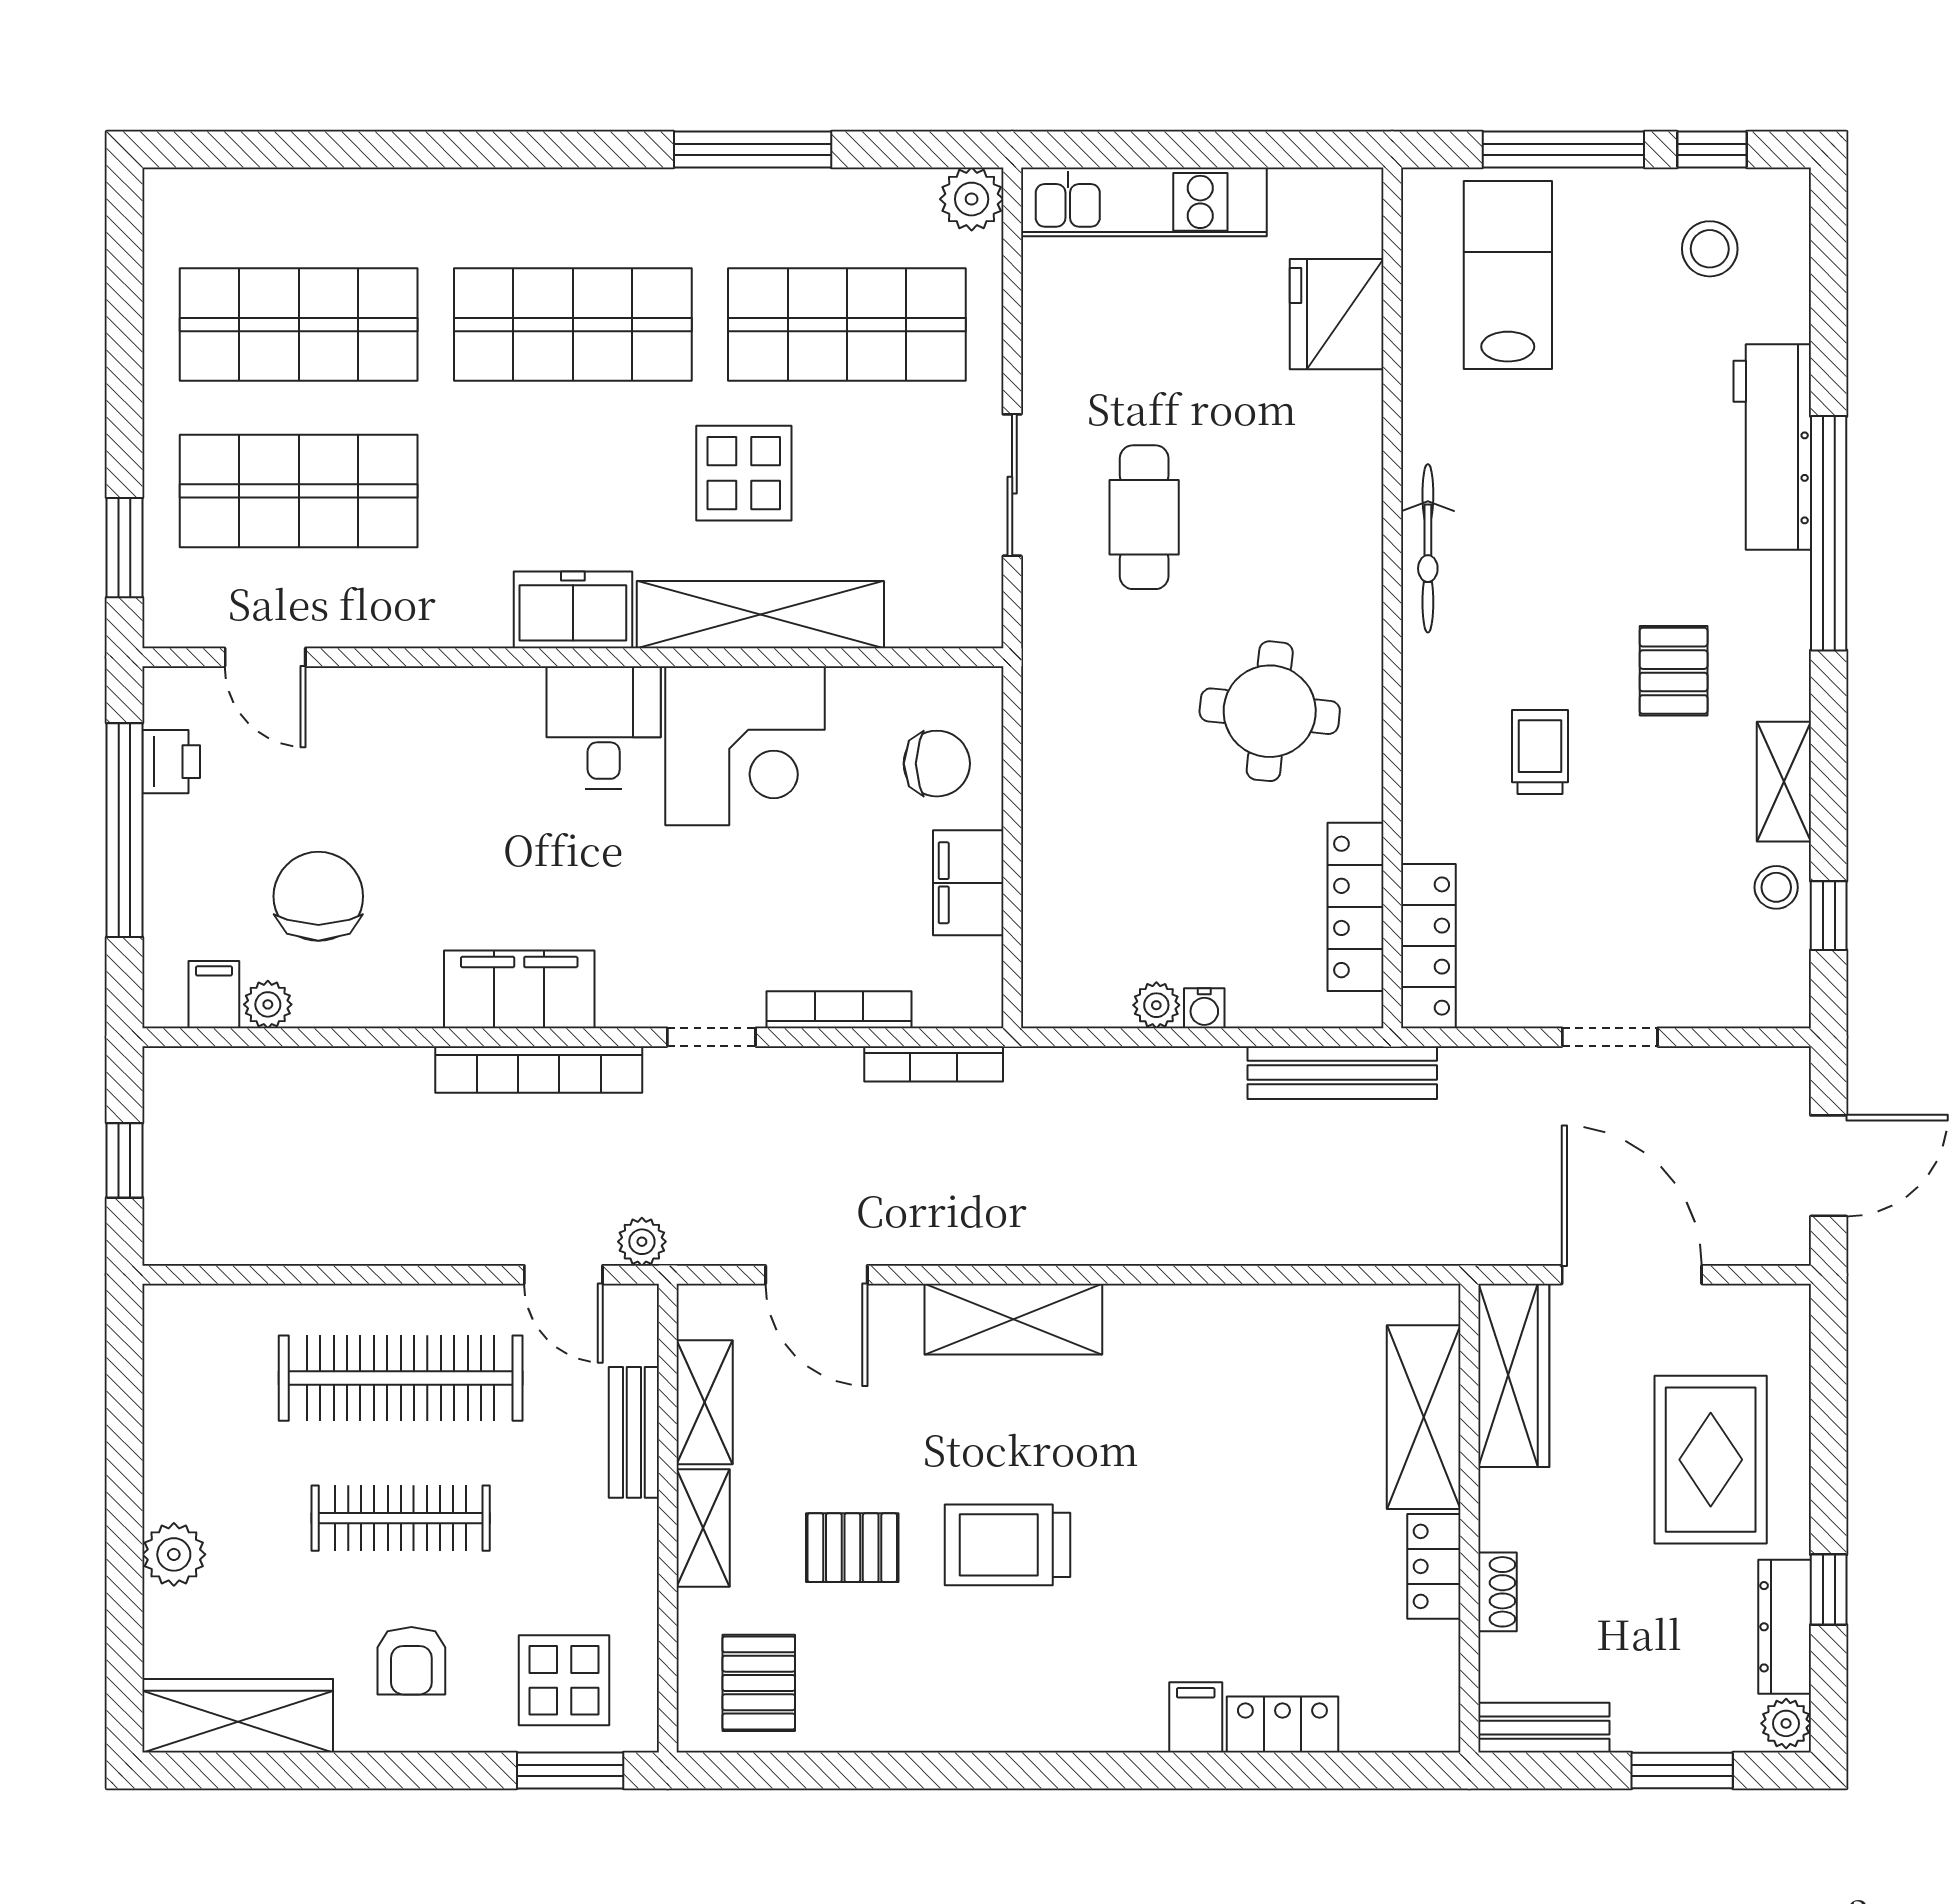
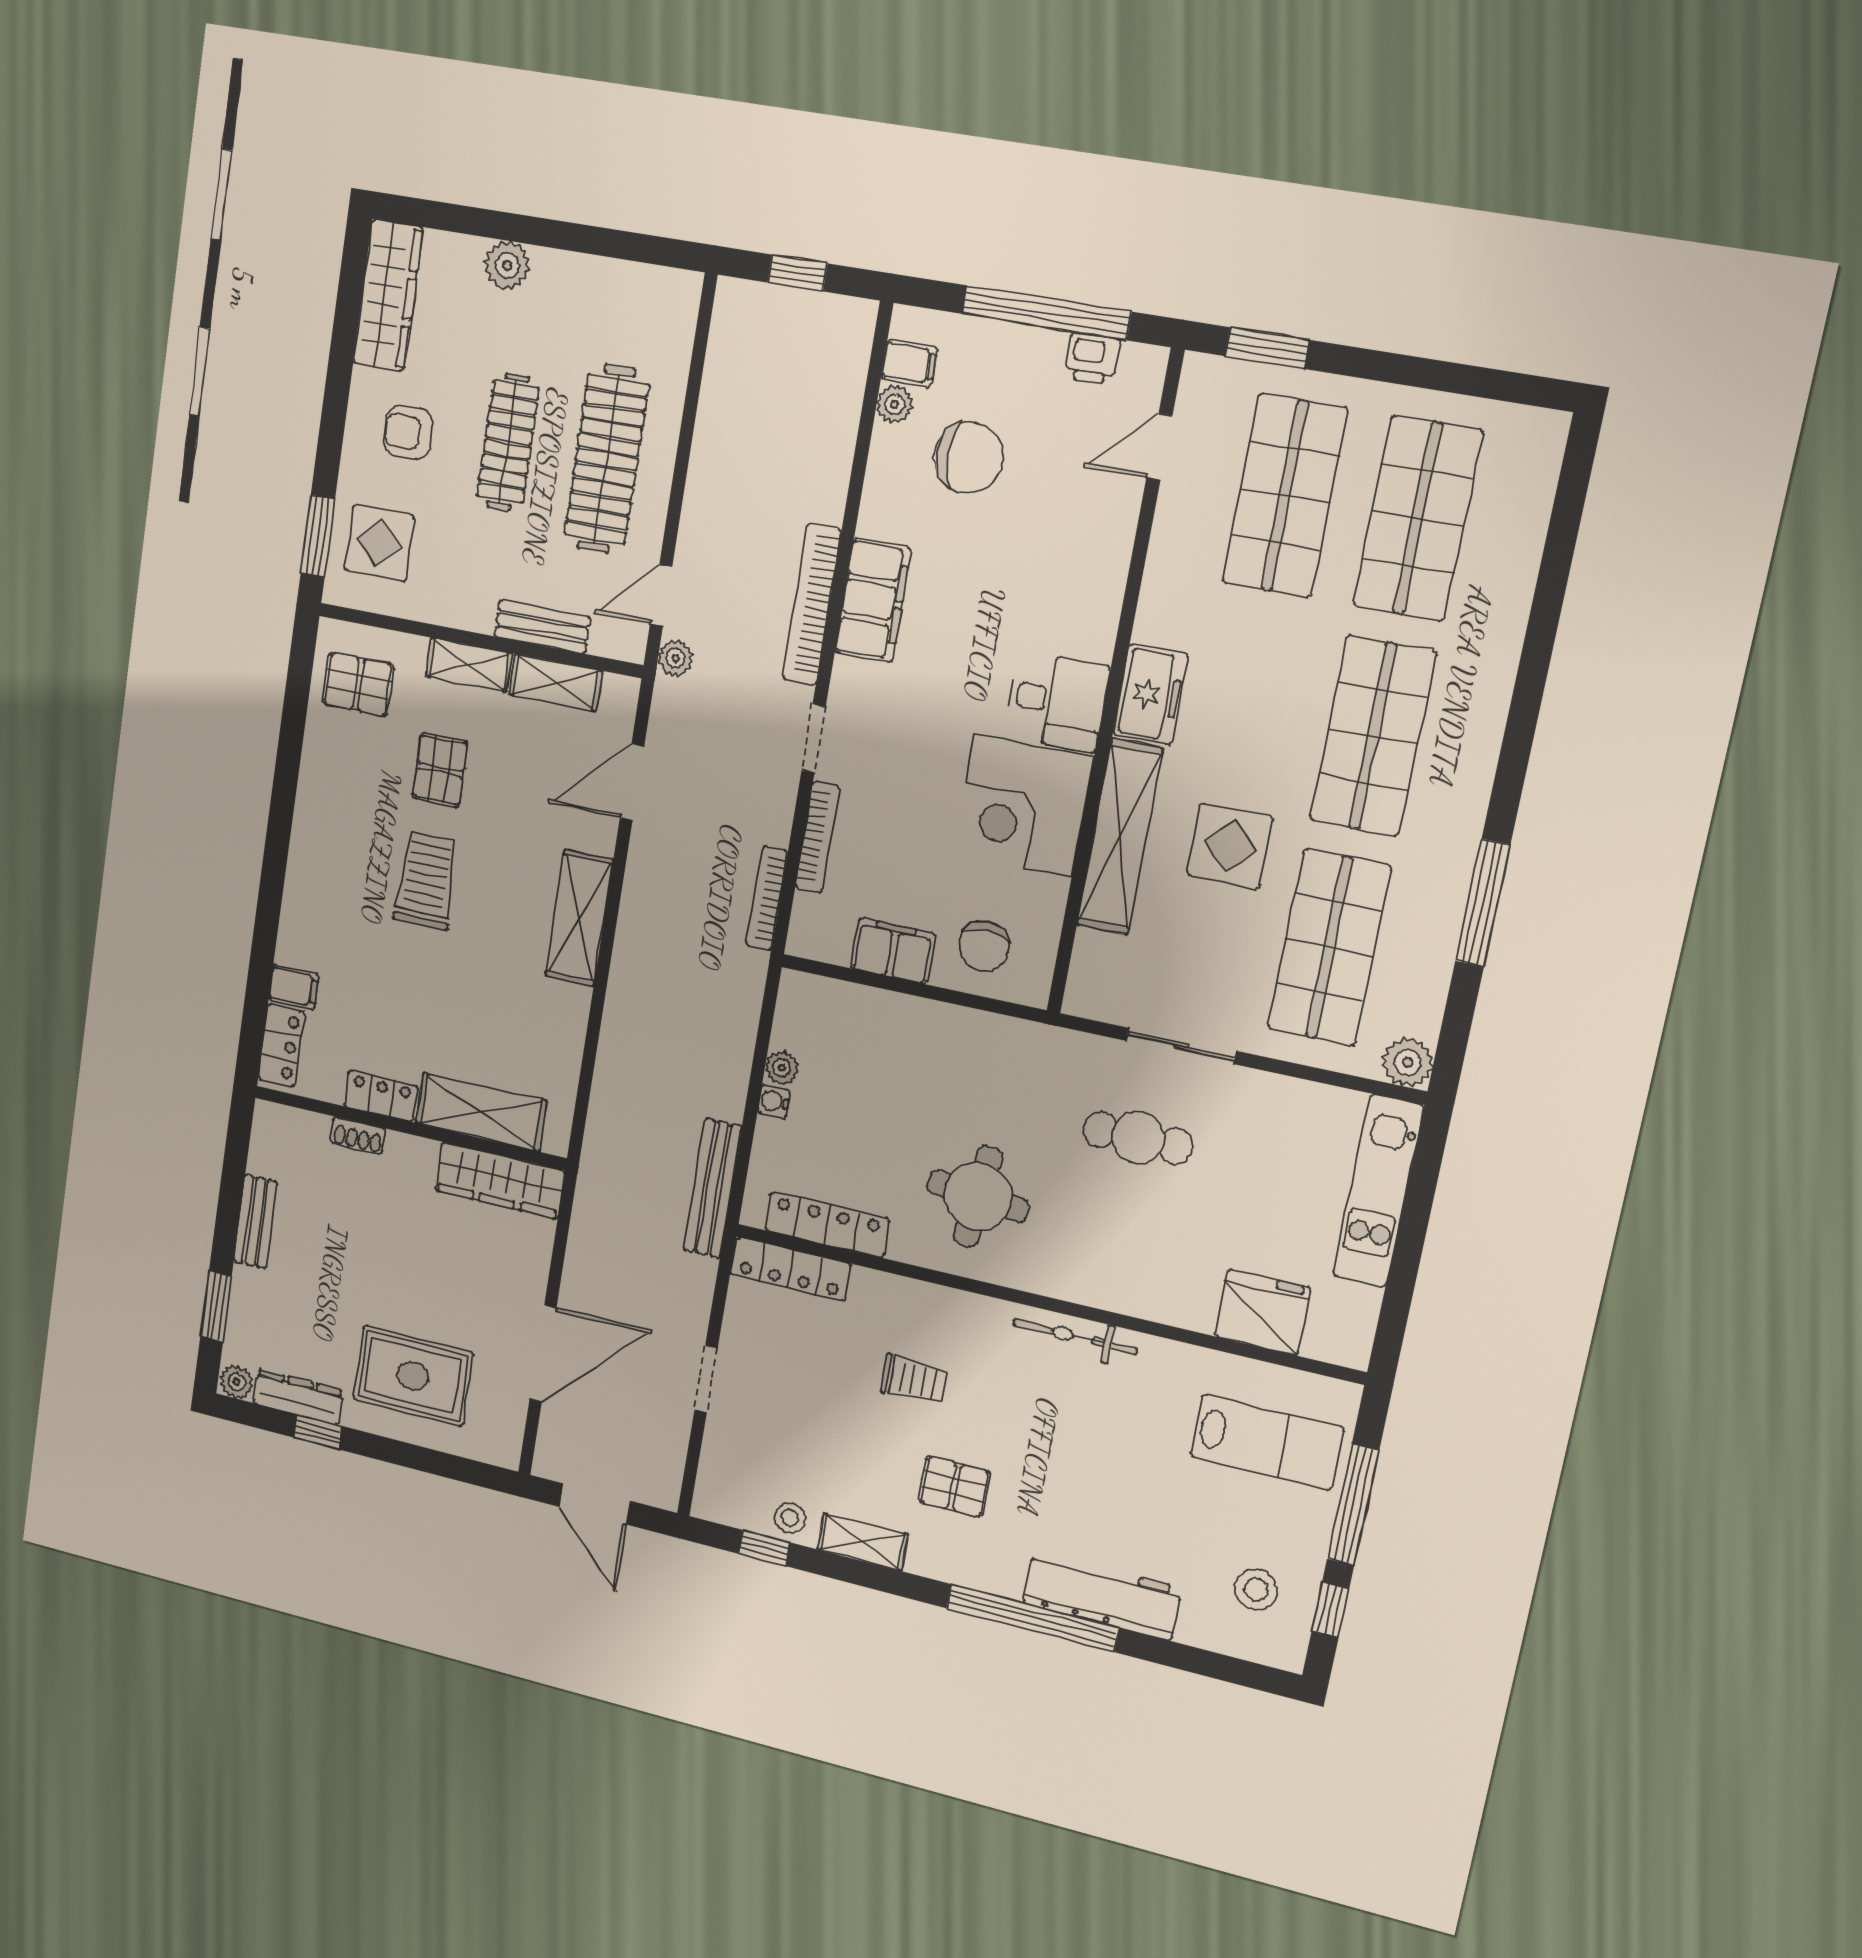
wardrobe: (1514, 1375) -> (500, 1180), moved
shelving: (1424, 1417) -> (481, 1112), moved
wall: (1469, 1518) -> (409, 1128), moved
locker: (1434, 1566) -> (381, 1096), moved
shoe rack: (1497, 1592) -> (358, 1136), moved

